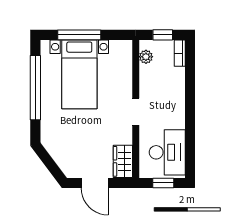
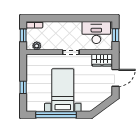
window: (79, 35) -> (23, 87), width x0.46
bed with nightstands: (79, 74) -> (63, 90), moved, turned -90

